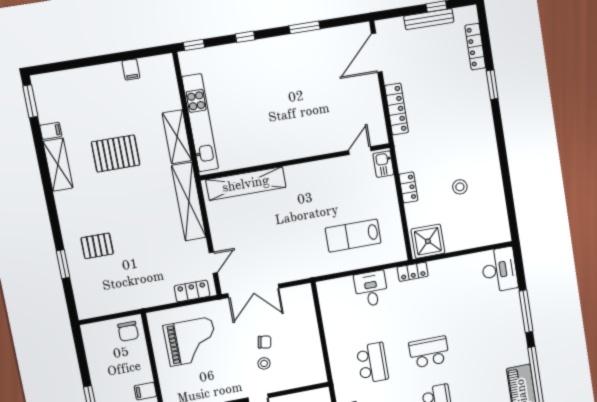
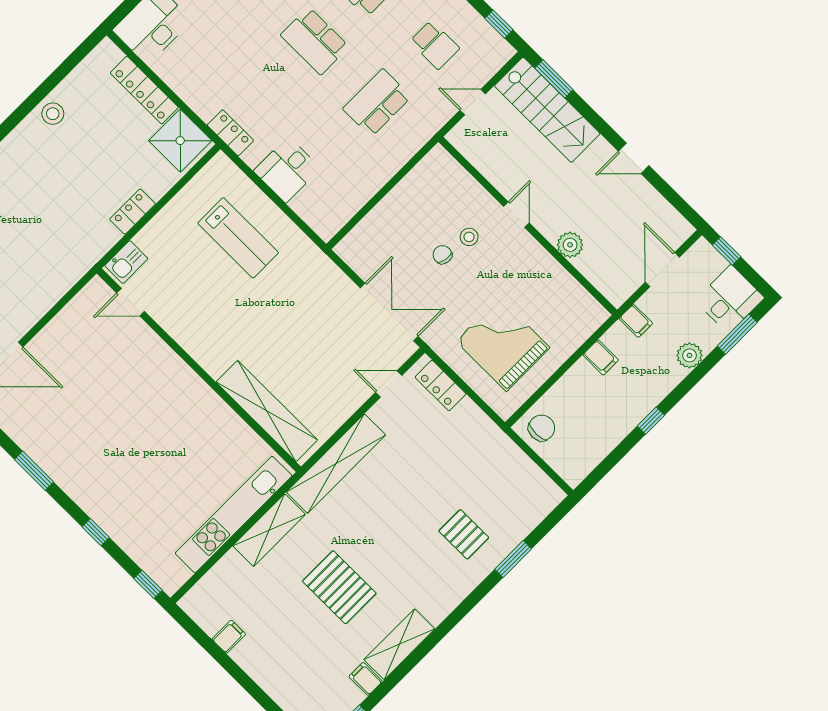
locker: (397, 109) -> (144, 90), moved, turned -90
stool: (460, 187) -> (53, 114), moved

